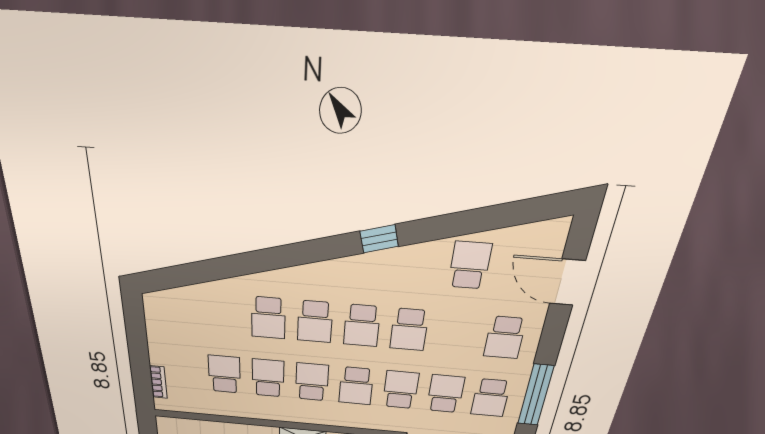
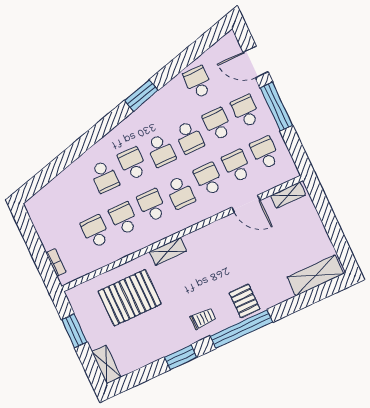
window: (379, 239) -> (141, 95), width x1.50
school desk: (315, 322) -> (133, 164), turned 180
school desk: (457, 333) -> (217, 124), added
school desk: (505, 338) -> (246, 111), turned 180
window: (536, 395) -> (276, 107), moved
school desk: (491, 398) -> (265, 153), turned 180

